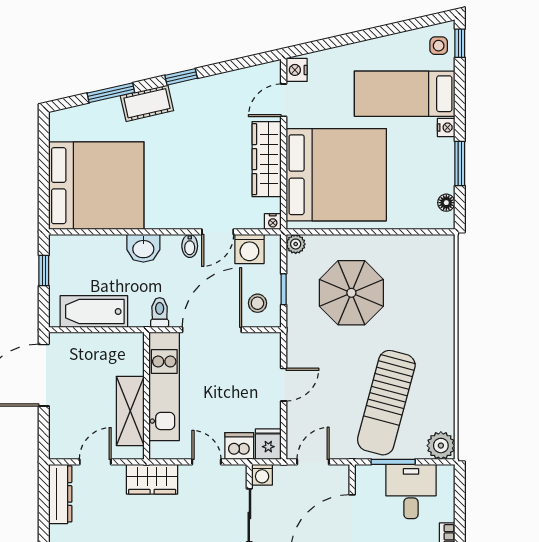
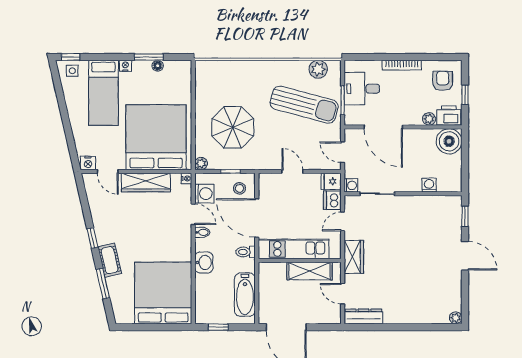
floor lamp: (446, 203) -> (158, 66), moved
plant: (441, 446) -> (318, 69), moved

